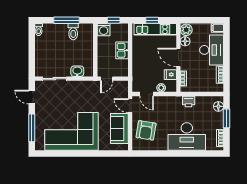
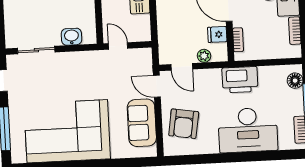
door: (107, 79) -> (118, 46), swing flipped
printer: (189, 102) -> (240, 80), width x1.87, depth x1.48

